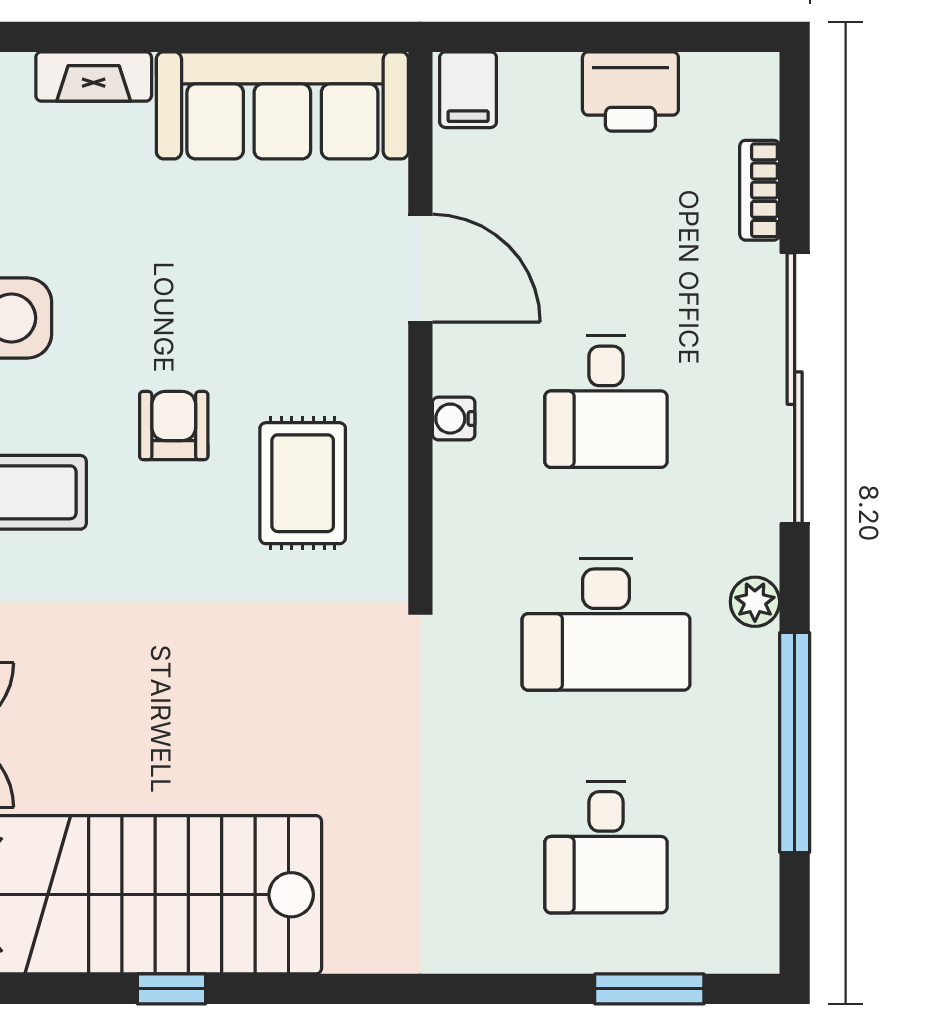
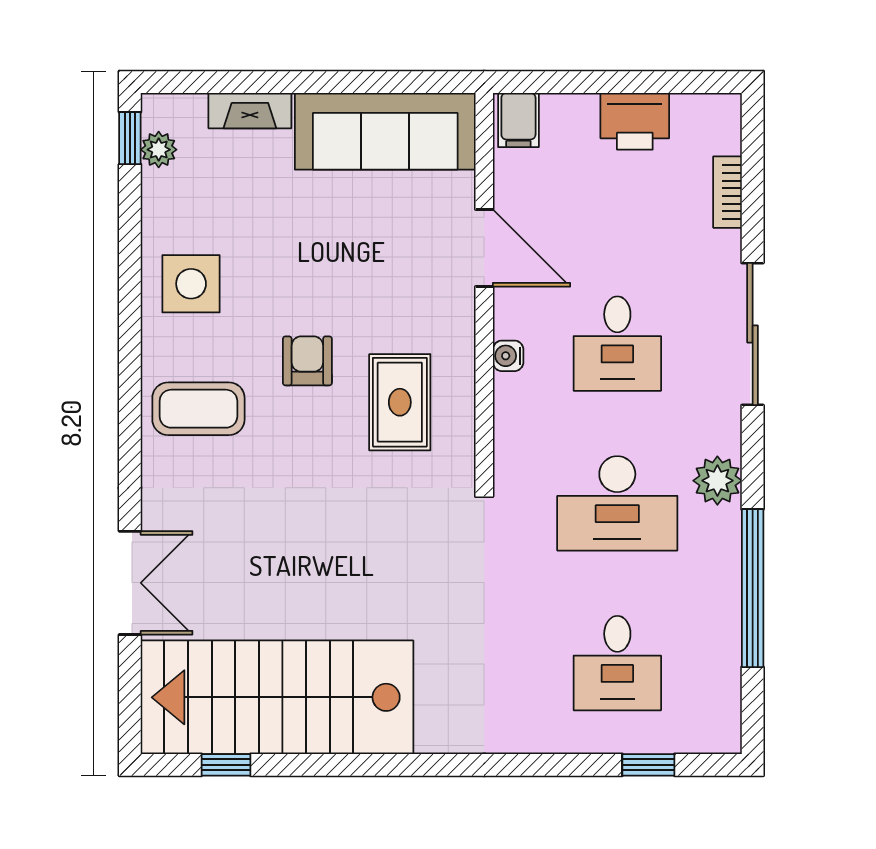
sliding door: (795, 388) -> (753, 334), width x0.73
plant: (755, 602) -> (717, 481), width x1.38, depth x1.38
window: (172, 989) -> (226, 765), moved
window: (649, 989) -> (648, 765), width x0.67

